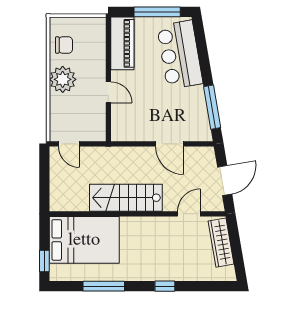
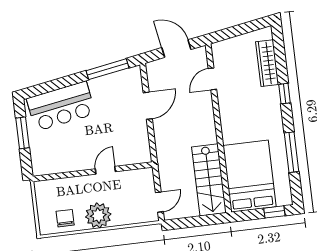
window: (157, 12) -> (23, 133), width x0.69
piano: (122, 43) -> (57, 162), removed
stairs: (126, 198) -> (209, 180), moved
door: (189, 214) -> (212, 79), hinge flipped
wardrobe: (221, 243) -> (267, 63), moved, turned 100

